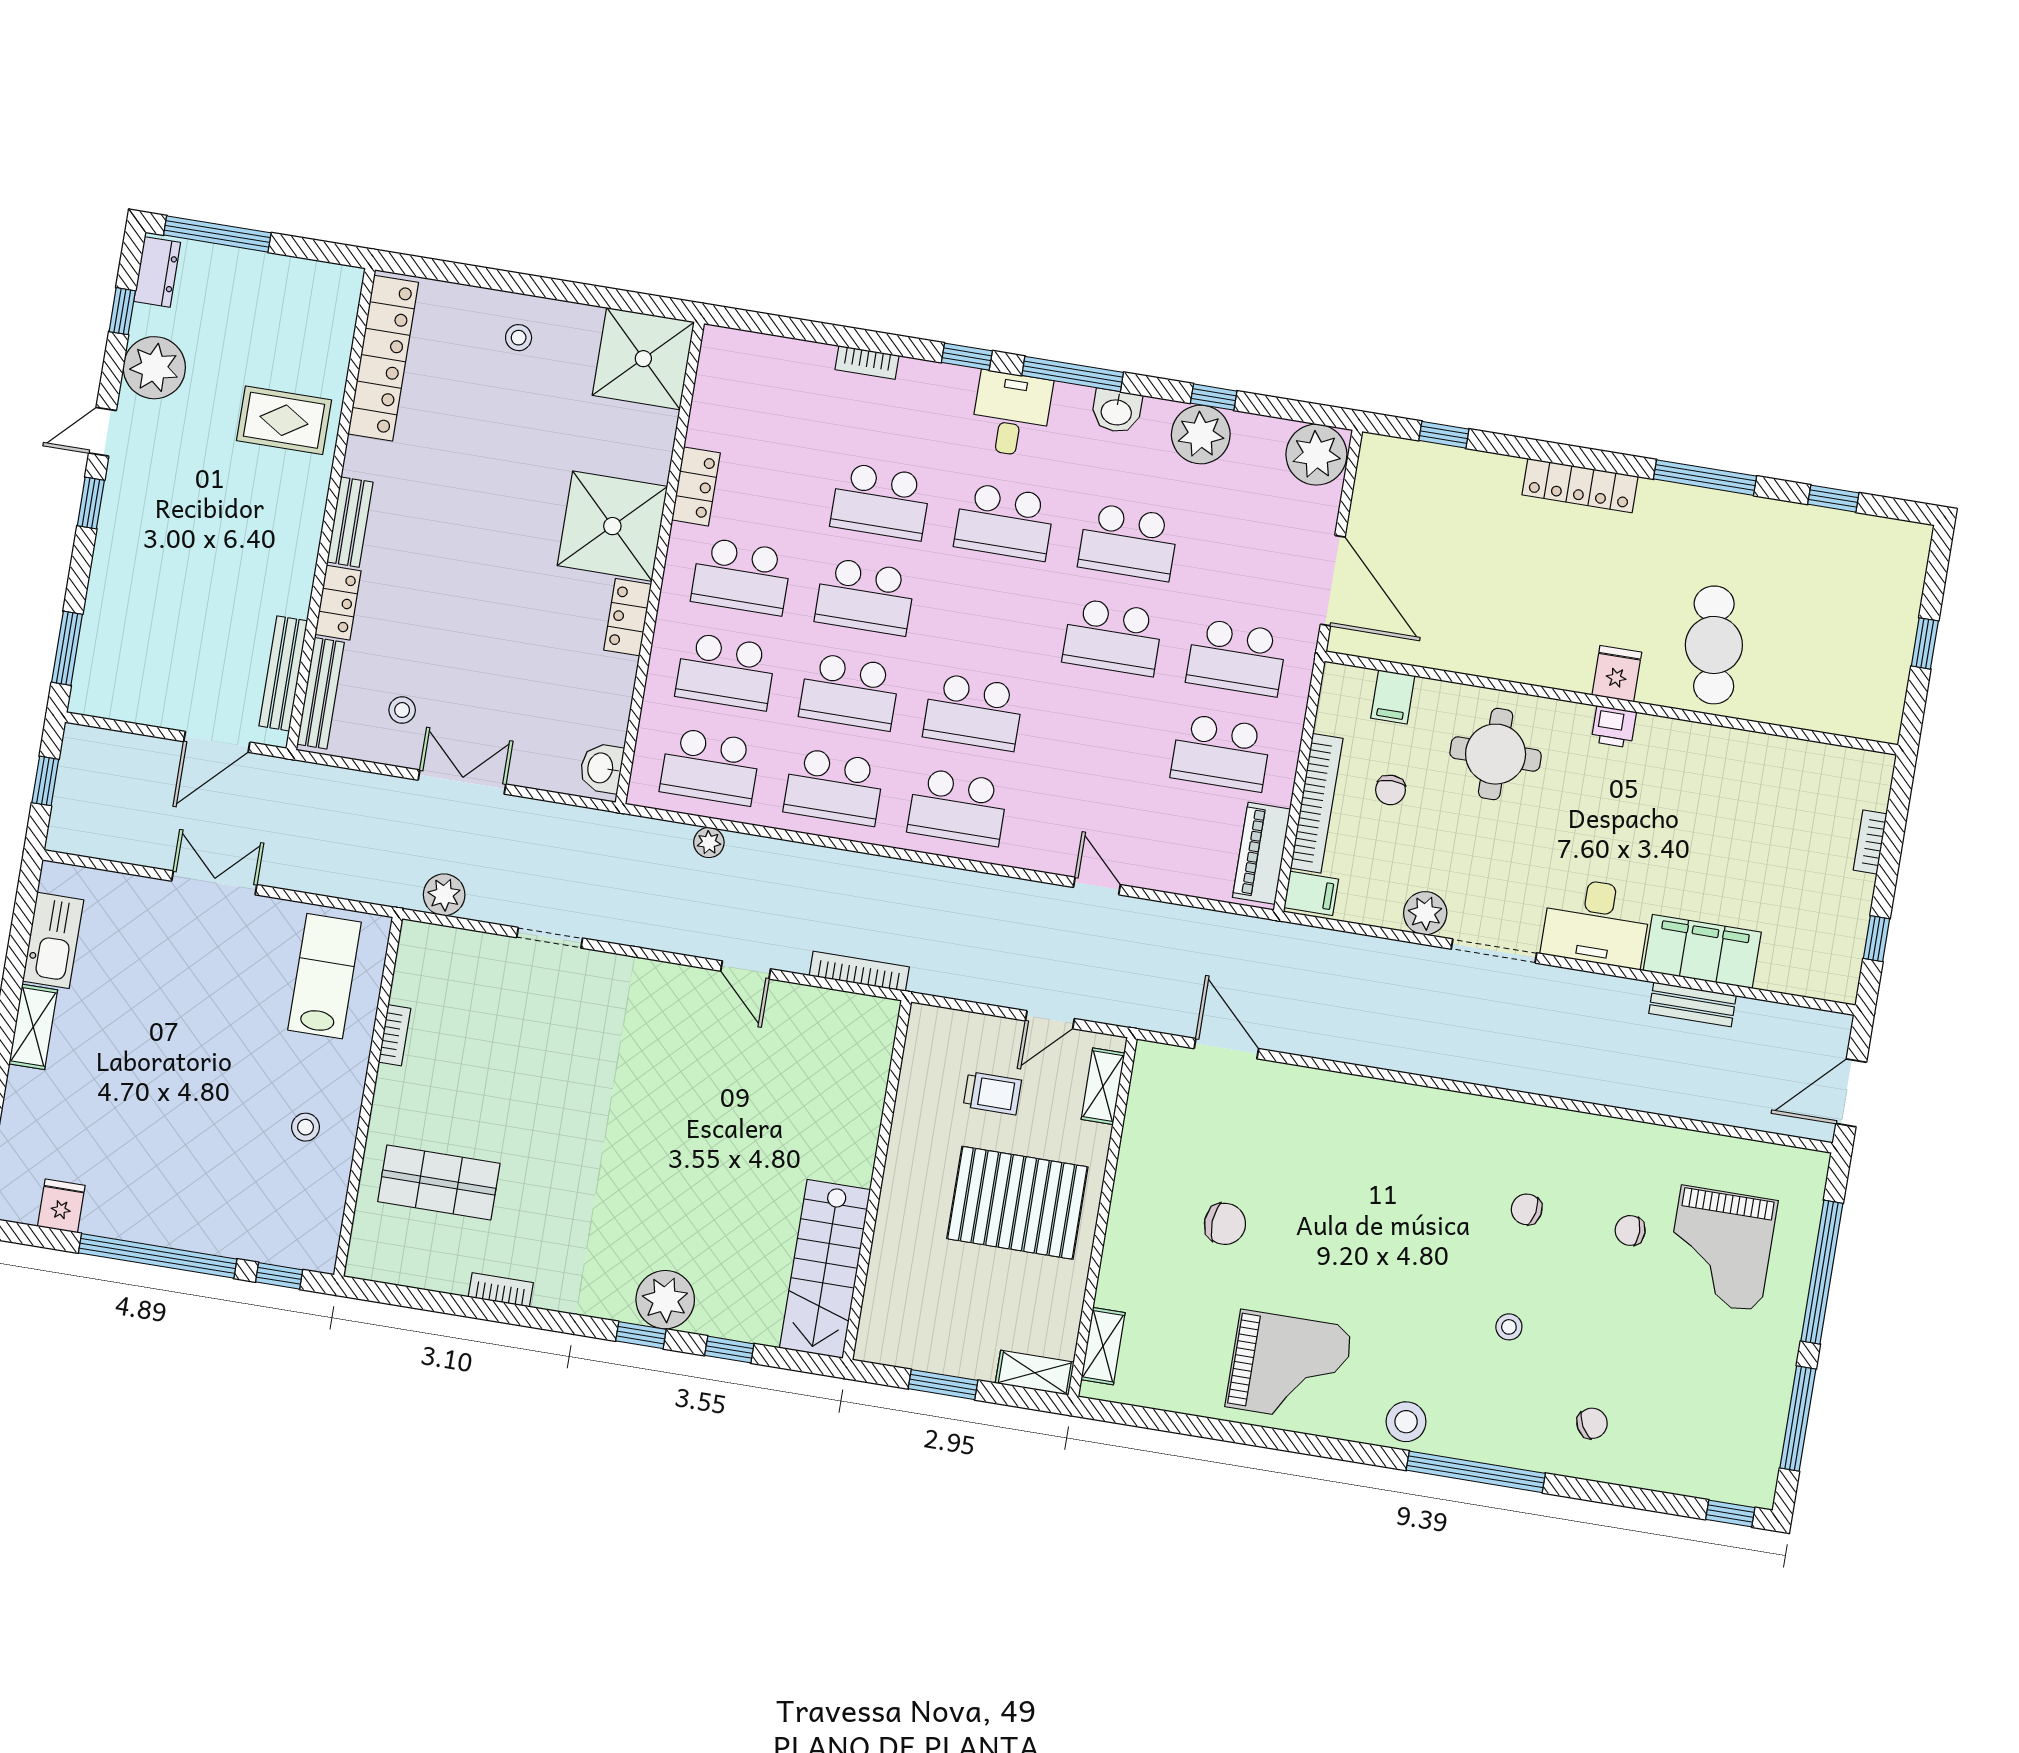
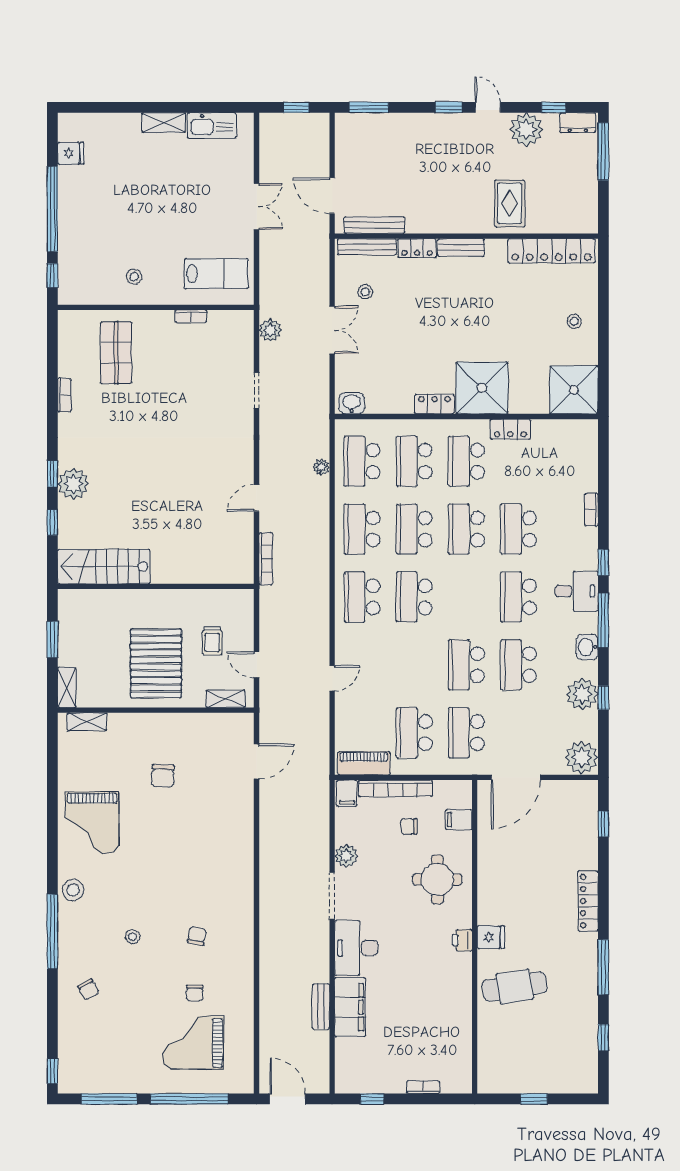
chair: (1630, 1230) -> (195, 993), turned 180

